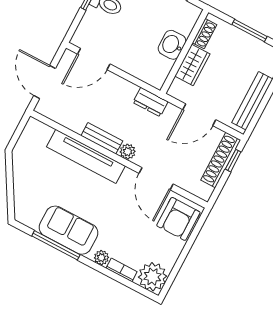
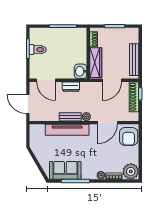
washbasin: (172, 45) -> (81, 71), moved
door: (94, 59) -> (46, 80), hinge flipped
wardrobe: (192, 65) -> (96, 63), width x1.50
dresser: (150, 102) -> (71, 87), moved
door: (156, 179) -> (107, 123), hinge flipped
sofa: (68, 230) -> (65, 170), moved

